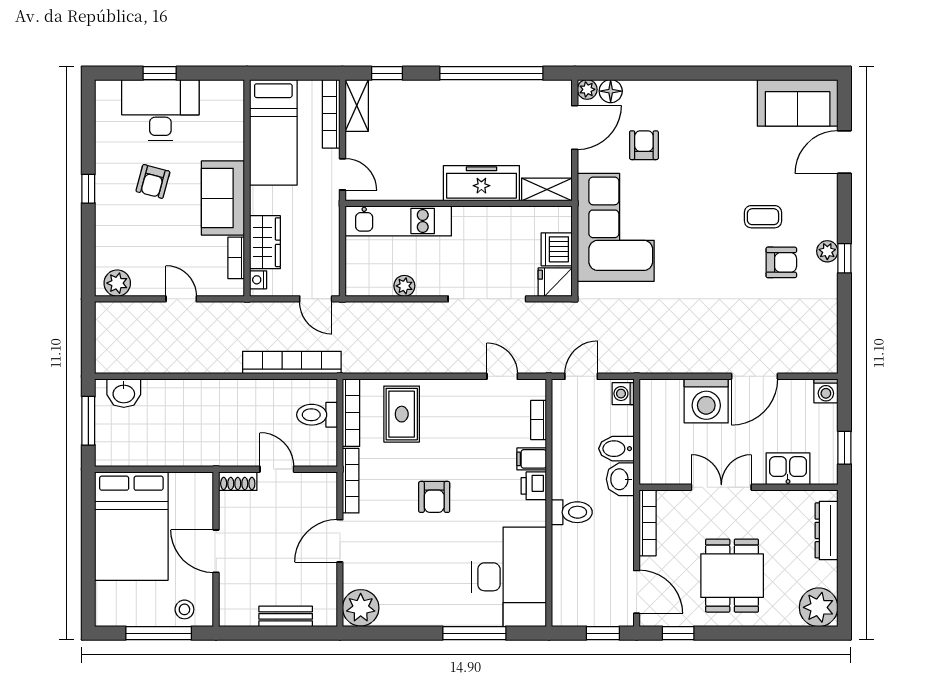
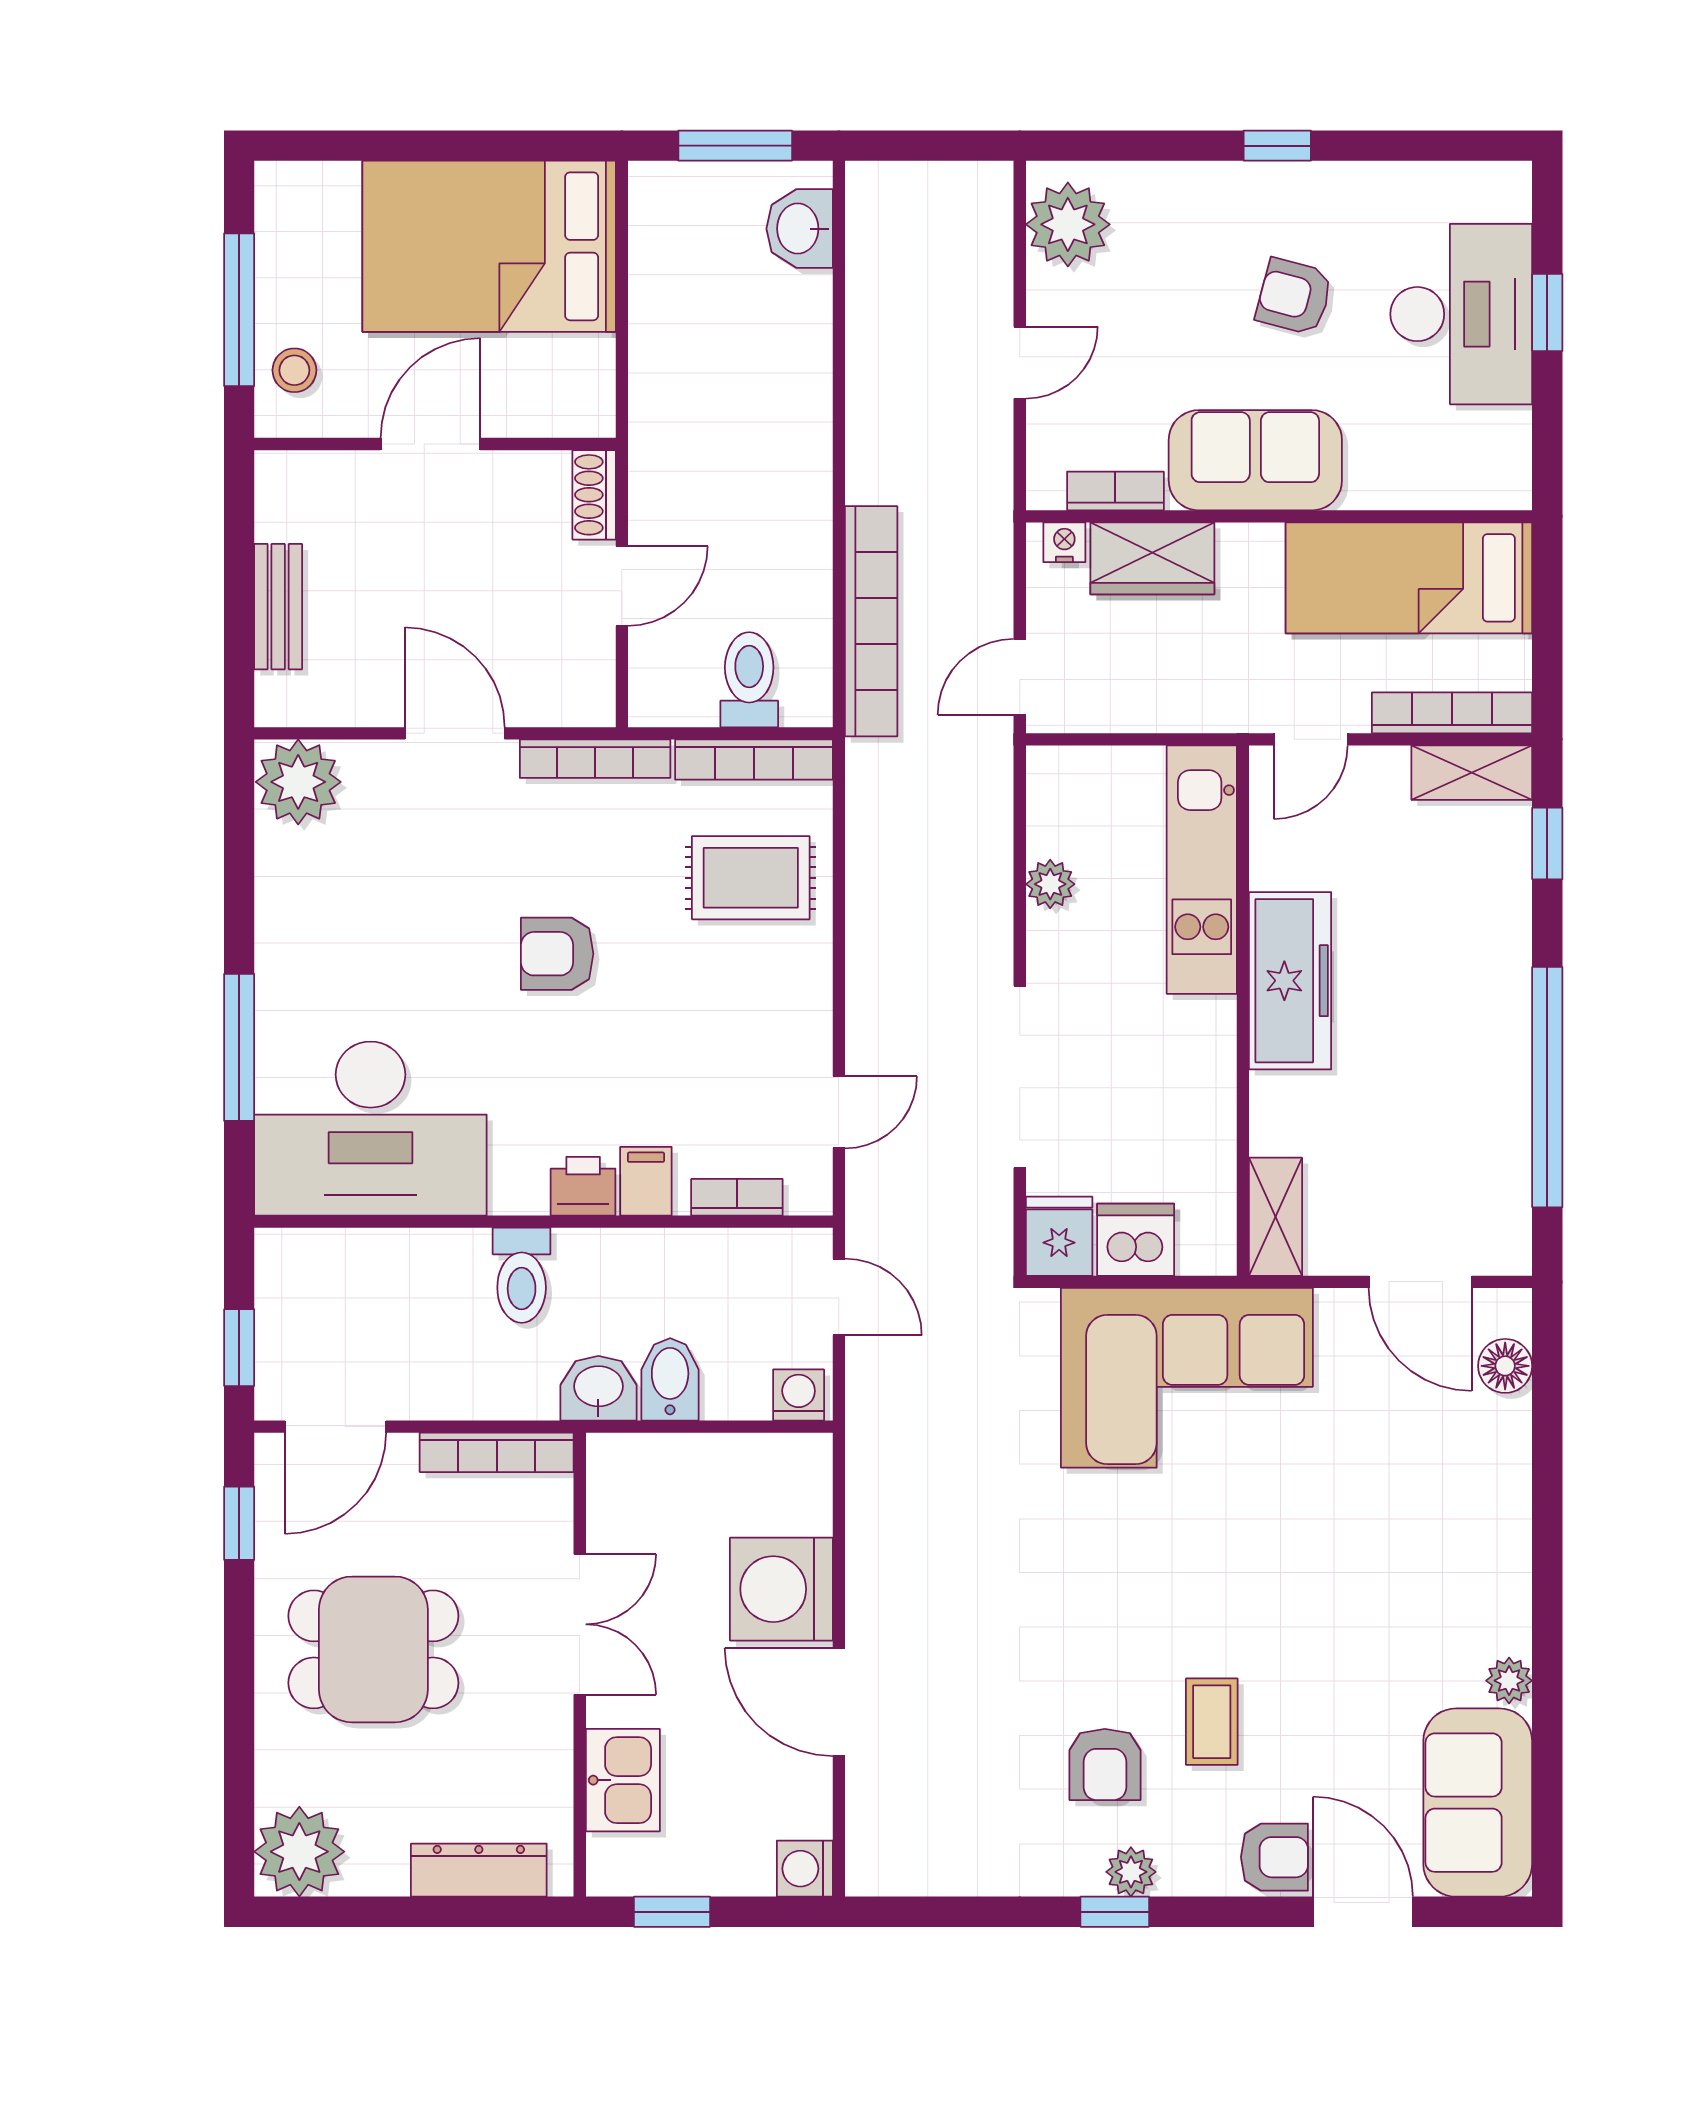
plant: (587, 89) -> (1509, 1681), moved
armchair: (644, 145) -> (1274, 1857), moved
freezer: (481, 183) -> (1290, 981), moved
plant: (117, 283) -> (1068, 224), width x1.36, depth x1.36

